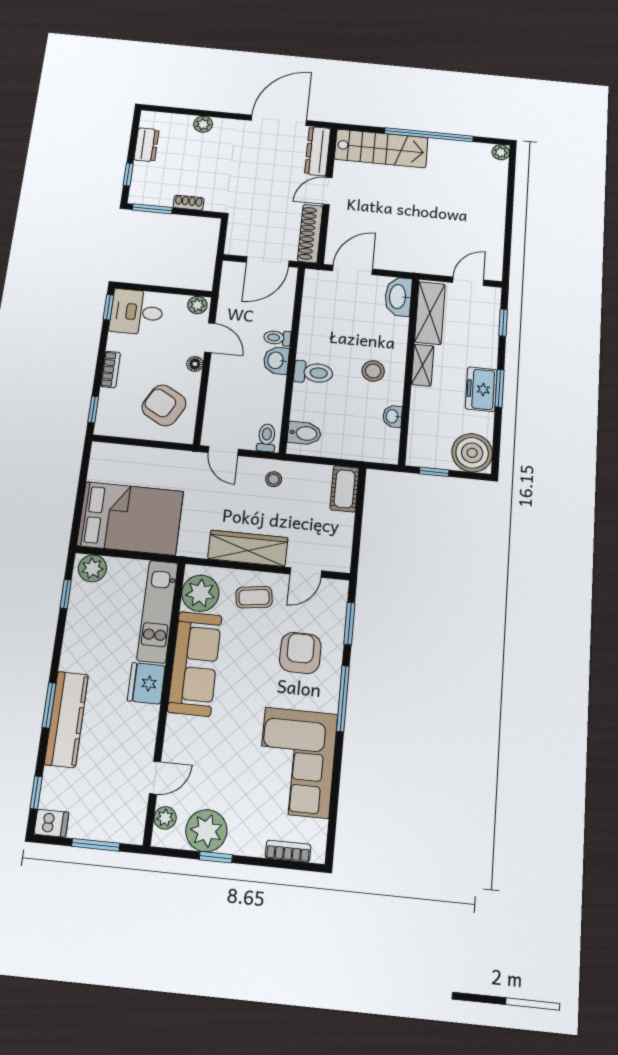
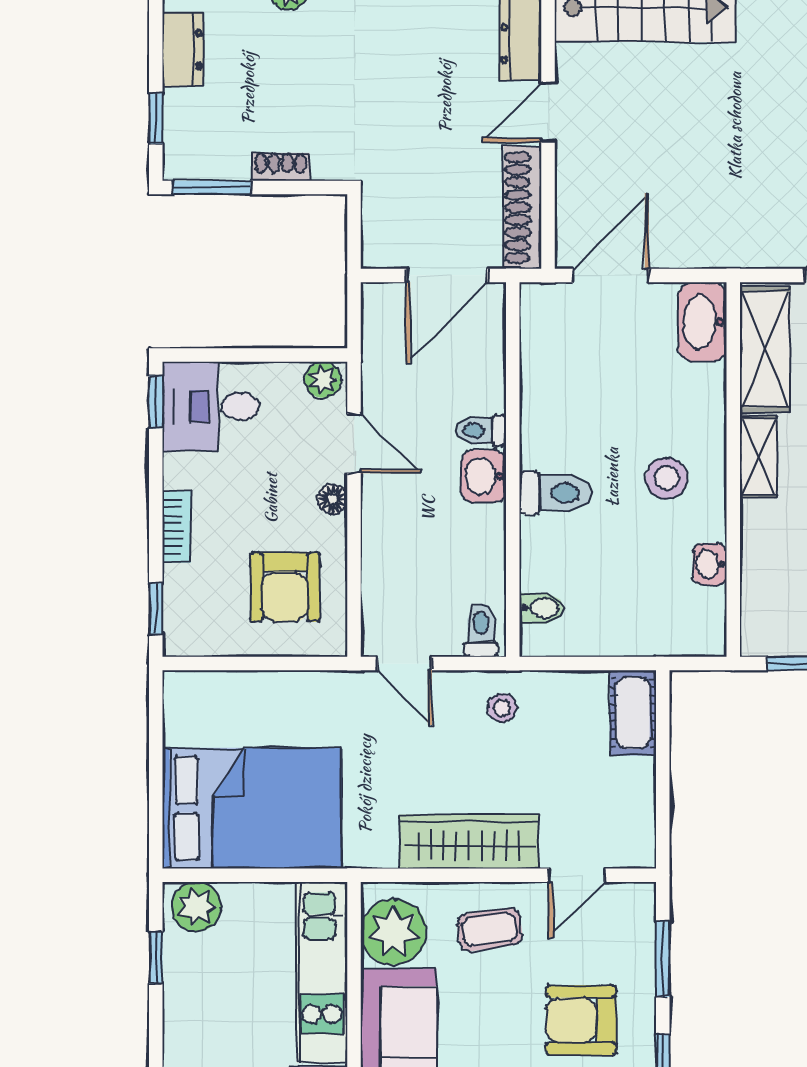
armchair: (164, 405) -> (285, 587), turned -119
bidet: (304, 433) -> (542, 608), width x0.72, depth x0.74
armchair: (300, 653) -> (581, 1020), turned -90

